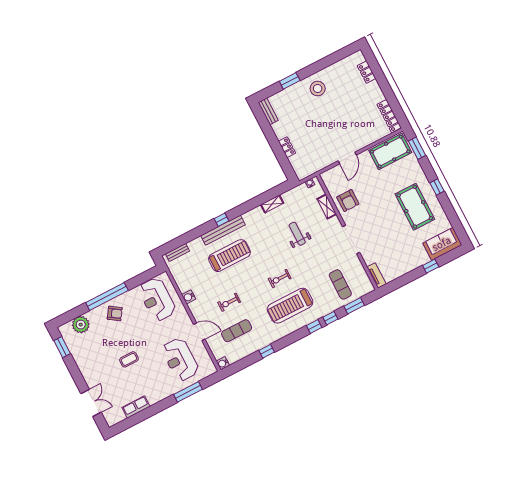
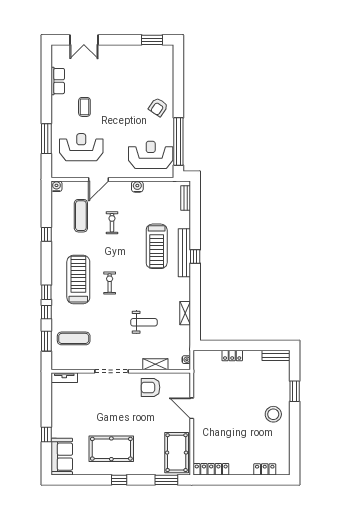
window: (107, 296) -> (178, 142), moved
plant: (81, 325) -> (164, 69), removed
coffee table: (129, 359) -> (84, 107), moved

